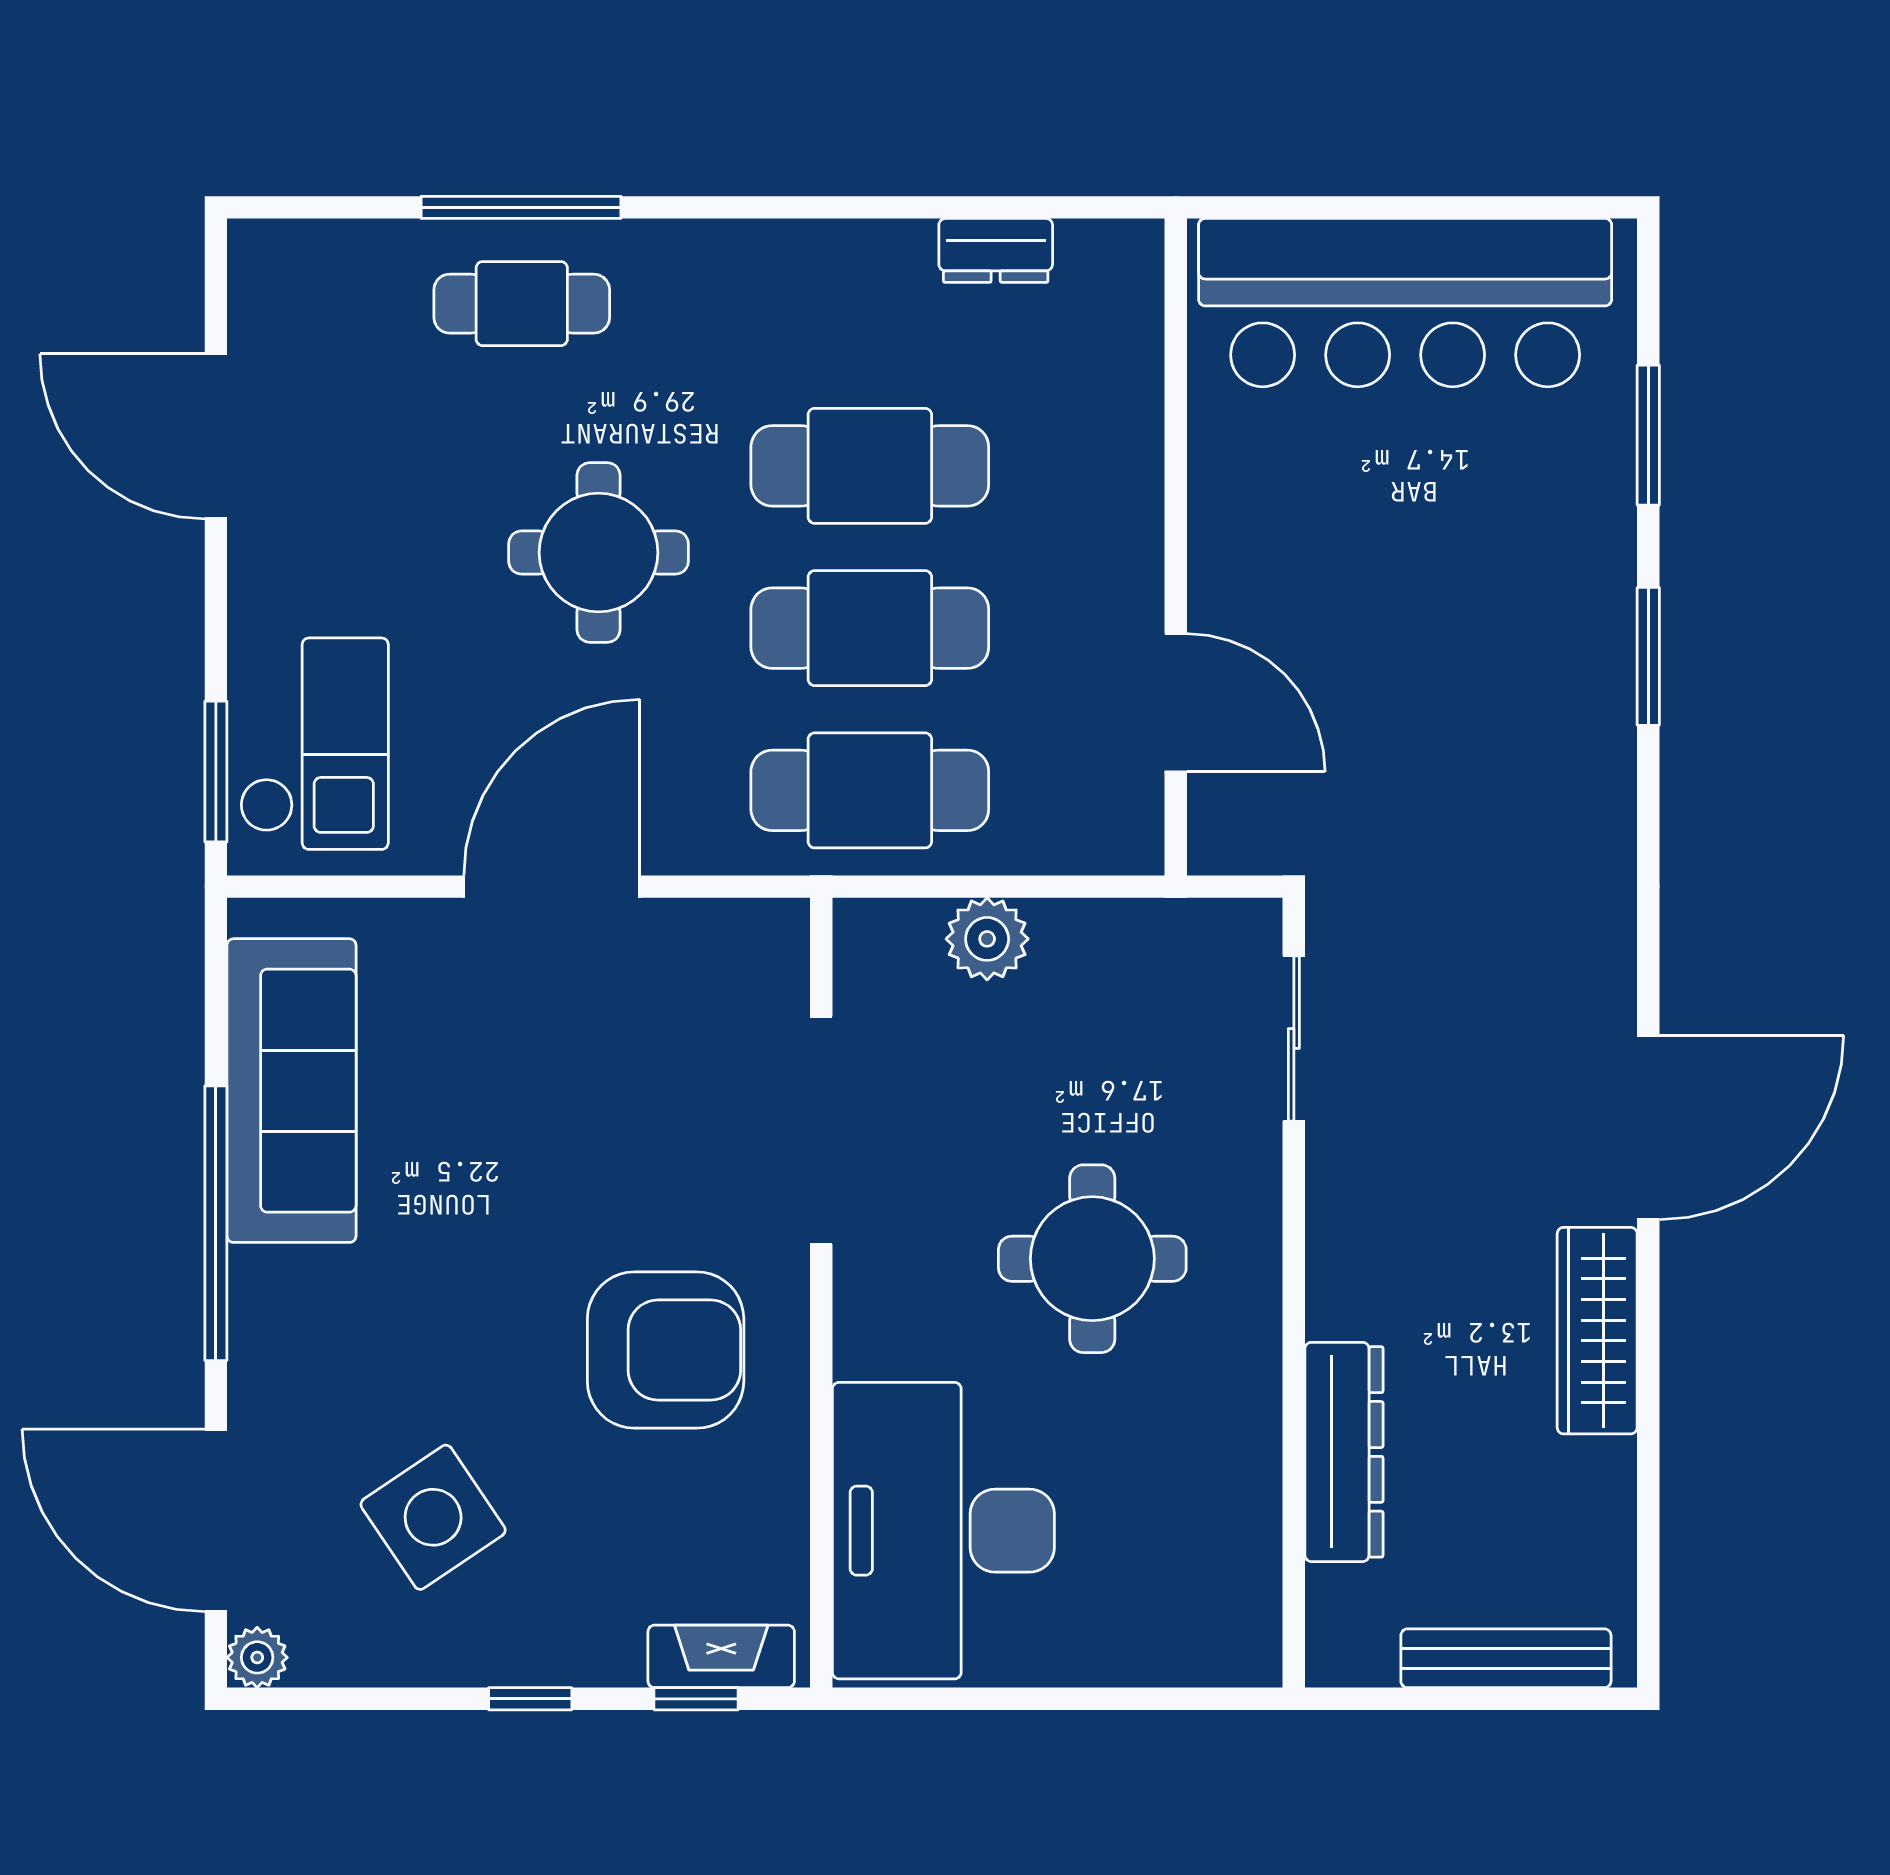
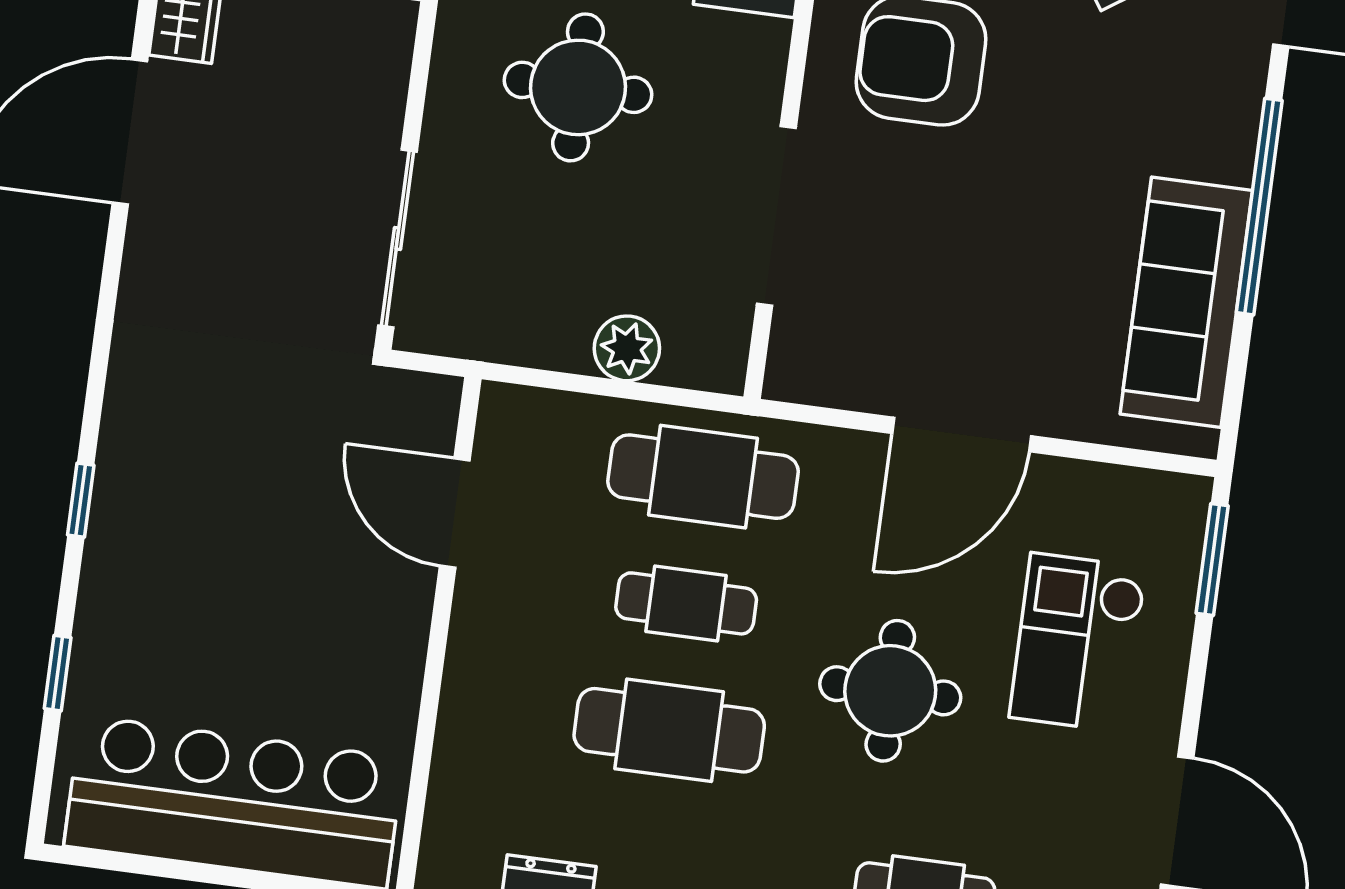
window: (1648, 435) -> (58, 673), width x0.67
cafe table: (870, 628) -> (686, 603), width x0.73, depth x0.74
window: (1648, 656) -> (81, 500), width x0.67
checkout: (314, 744) -> (1078, 643), moved
sliding door: (1294, 1038) -> (398, 238), width x1.37

